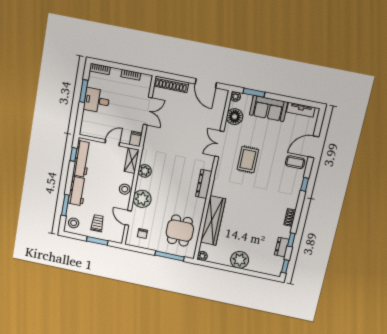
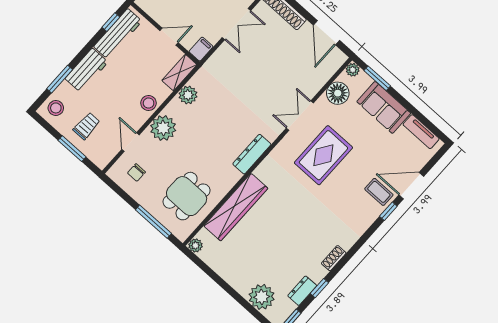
rug: (248, 160) -> (323, 155), width x1.36, depth x1.43
window: (305, 184) -> (388, 211), moved
plant: (240, 260) -> (262, 297), moved

